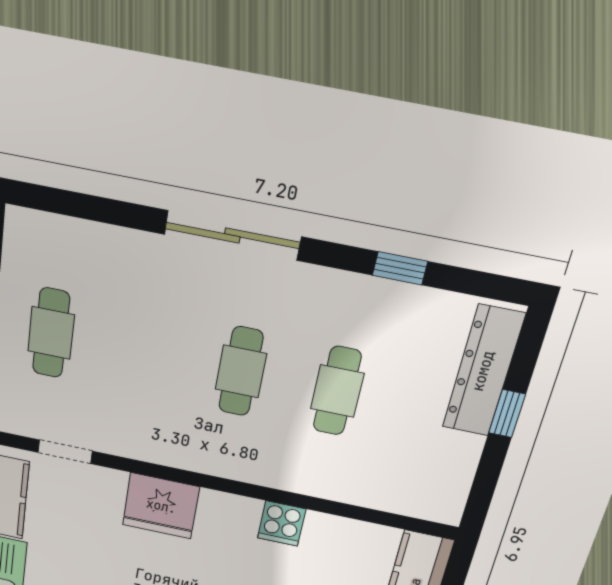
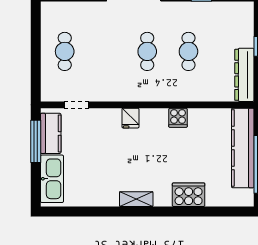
dresser: (483, 371) -> (244, 75), moved
fridge: (161, 506) -> (130, 118), width x0.53, depth x0.75

